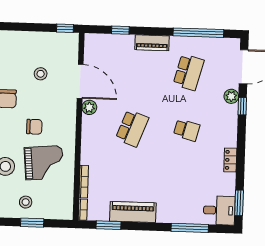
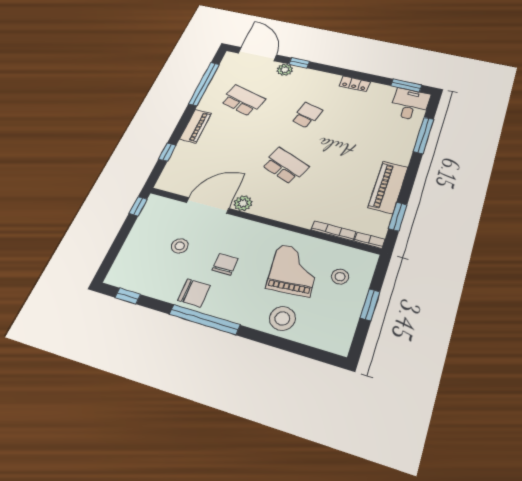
chair: (34, 127) -> (225, 264), moved
stool: (26, 202) -> (340, 277), moved

